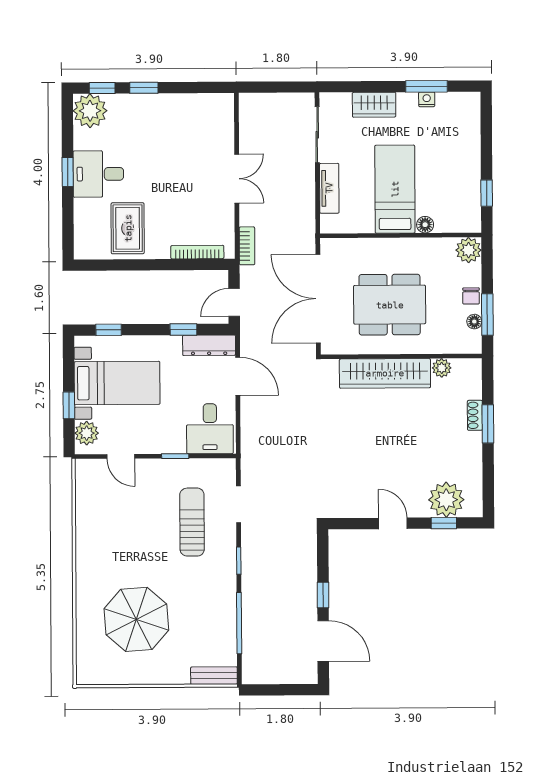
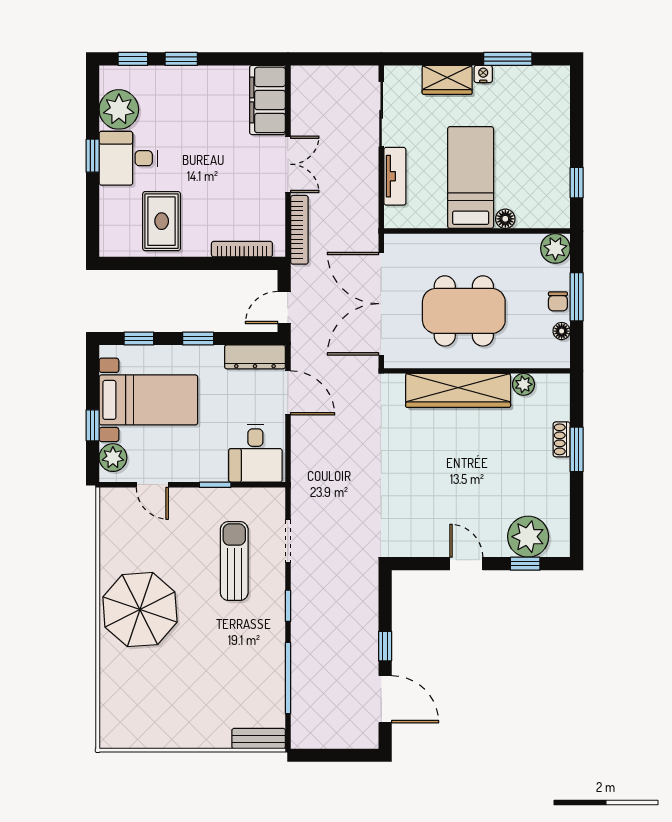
nightstand: (427, 99) -> (483, 74), moved
plant: (90, 111) -> (119, 109), moved
filing cabinet: (219, 123) -> (267, 100), added
bookcase: (247, 246) -> (299, 230), width x1.56
window: (487, 314) -> (577, 297), moved
window: (183, 330) -> (198, 338), moved
parasol: (136, 619) -> (140, 610), moved

